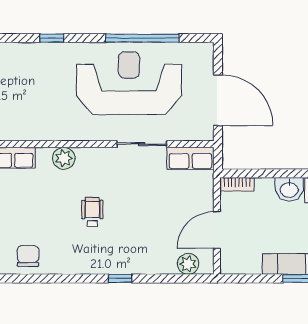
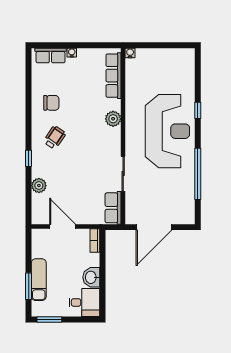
reception desk: (129, 83) -> (167, 131), moved
wheelchair: (92, 212) -> (55, 137), moved, turned -56
chair: (28, 256) -> (51, 103), moved
plant: (188, 264) -> (39, 186), moved

